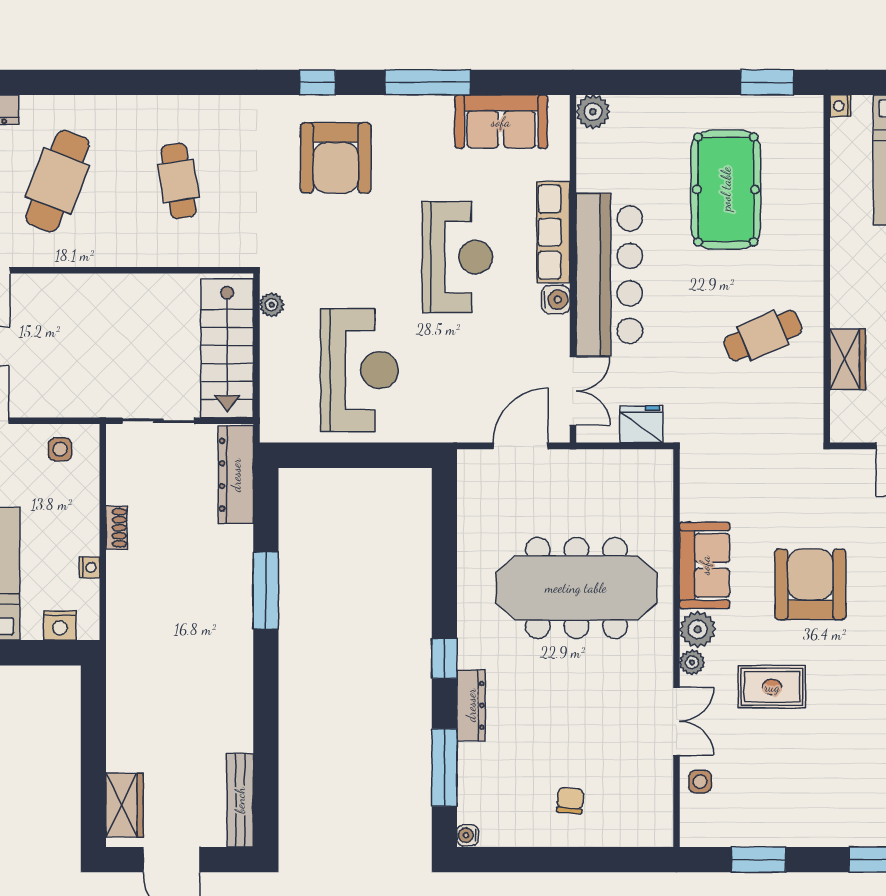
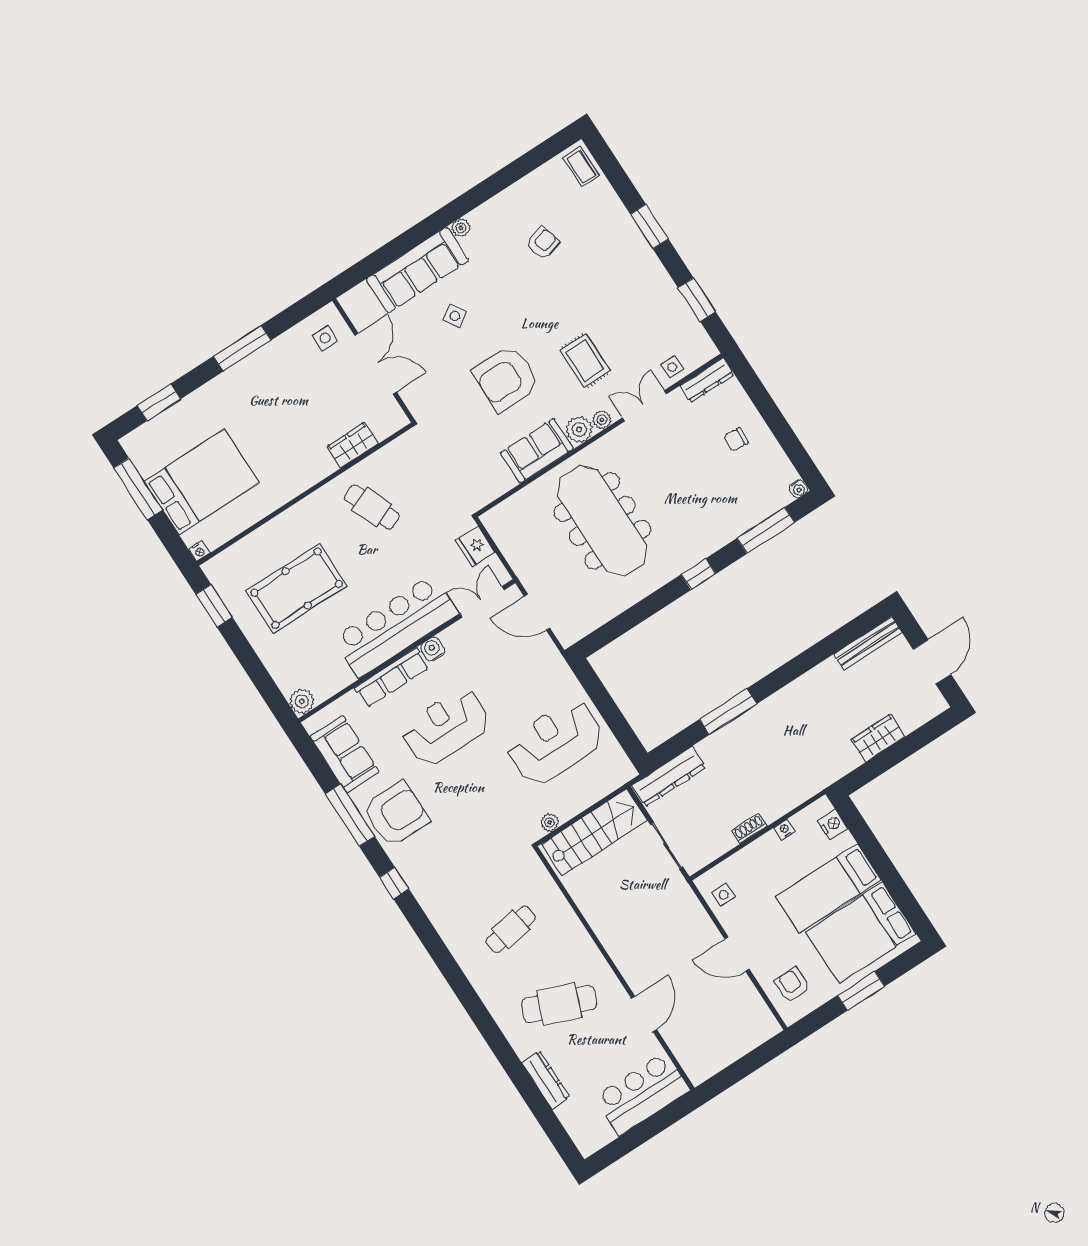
armchair: (336, 158) -> (396, 814), moved
dresser: (471, 705) -> (707, 380), moved, turned 180
wardrobe: (125, 805) -> (878, 738), moved

